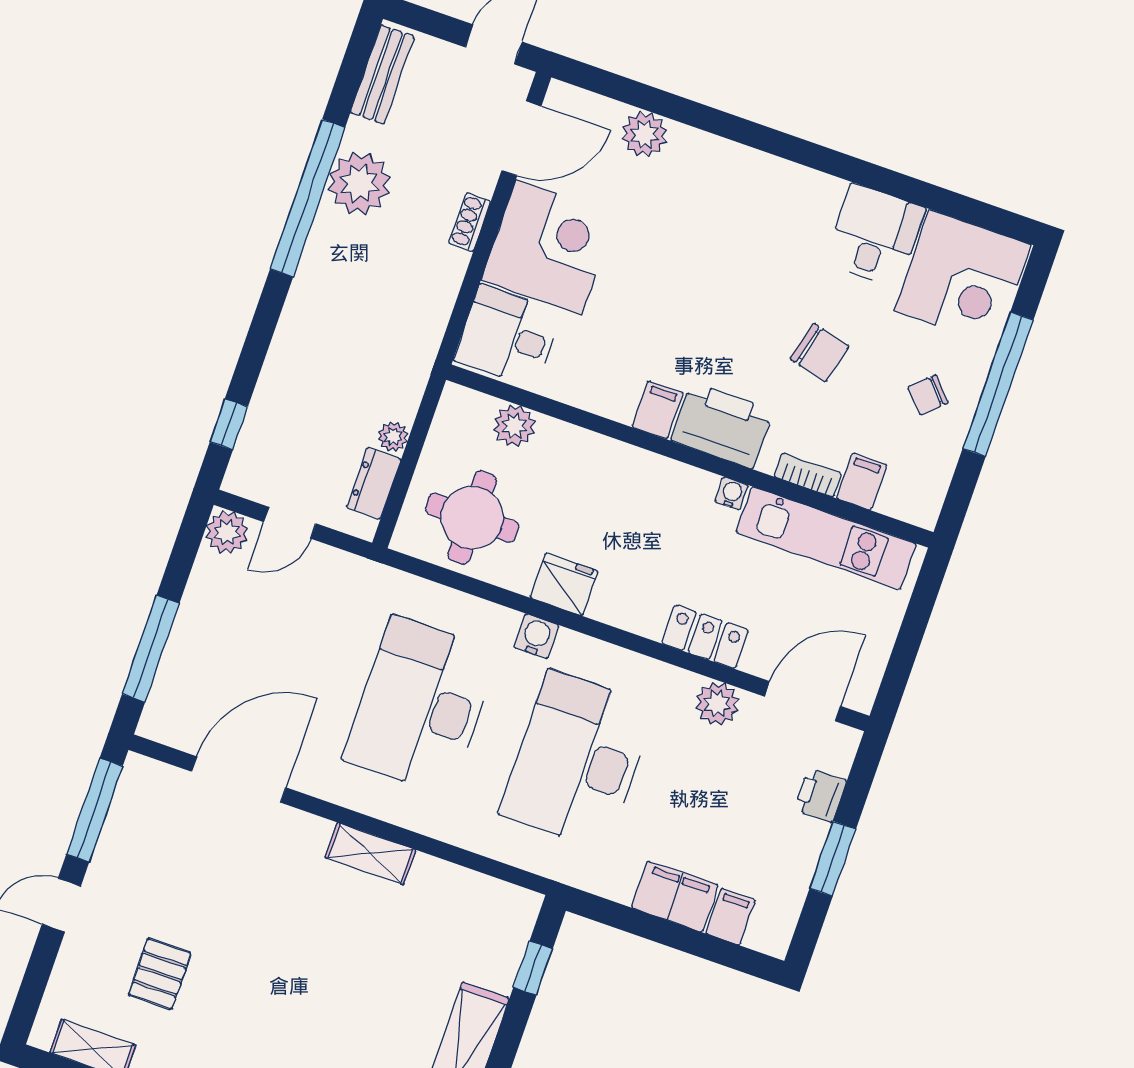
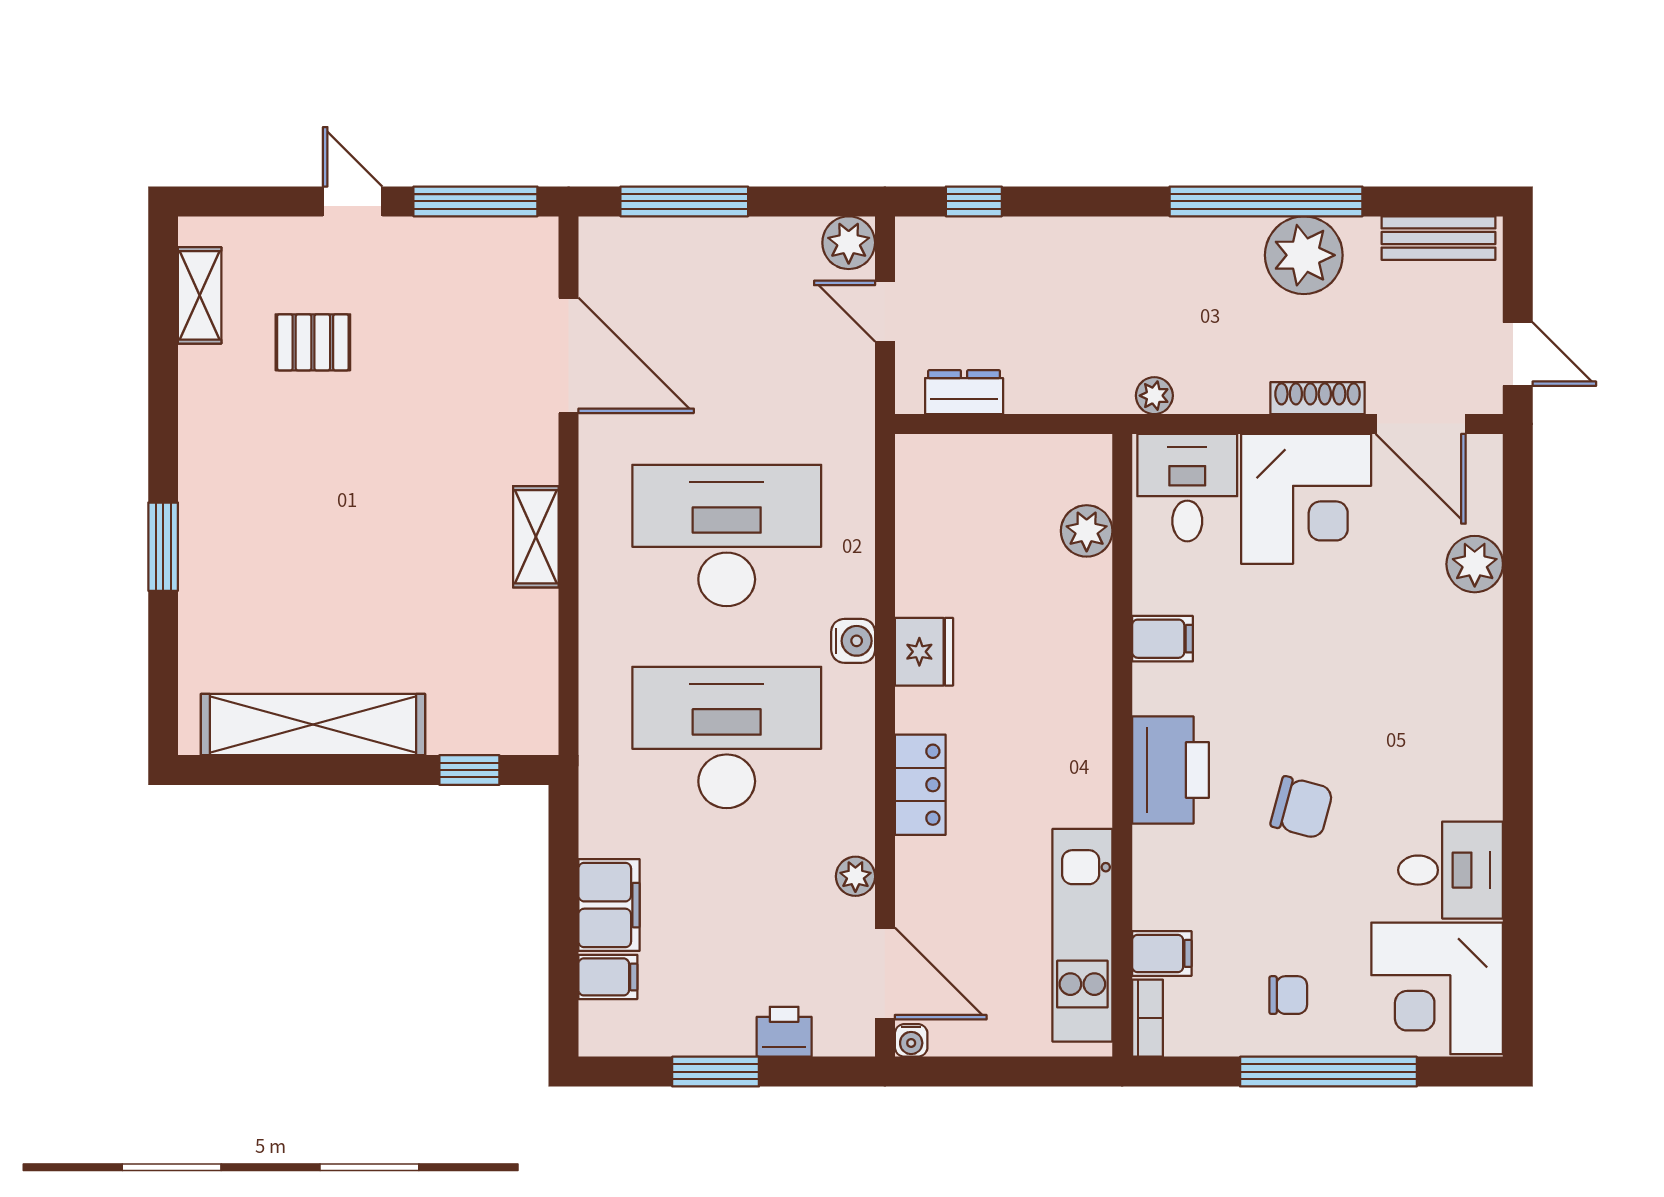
shoe rack: (470, 222) -> (1318, 398), width x1.43
chair: (820, 353) -> (1302, 807), moved, turned -89
chair: (928, 395) -> (1288, 995), turned 133
filing cabinet: (658, 410) -> (1162, 639), moved
plant: (393, 437) -> (1154, 396), moved
bookcase: (808, 475) -> (1148, 1018), moved
water cooler: (732, 493) -> (911, 1040), moved, turned 90
round table: (472, 518) -> (964, 519), removed
locker: (705, 637) -> (920, 785), moved
plant: (717, 704) -> (855, 876), width x0.73, depth x0.73

